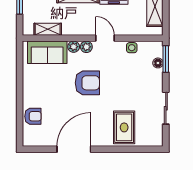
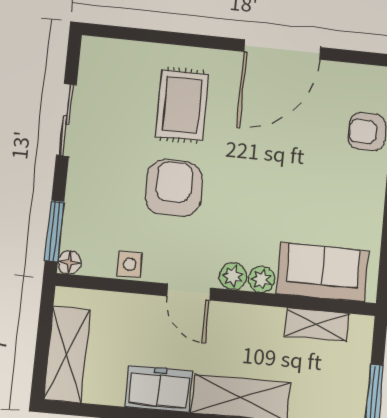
floor lamp: (158, 63) -> (69, 263), moved
armchair: (87, 83) -> (174, 188), moved, turned 90
rug: (124, 127) -> (182, 105), moved

